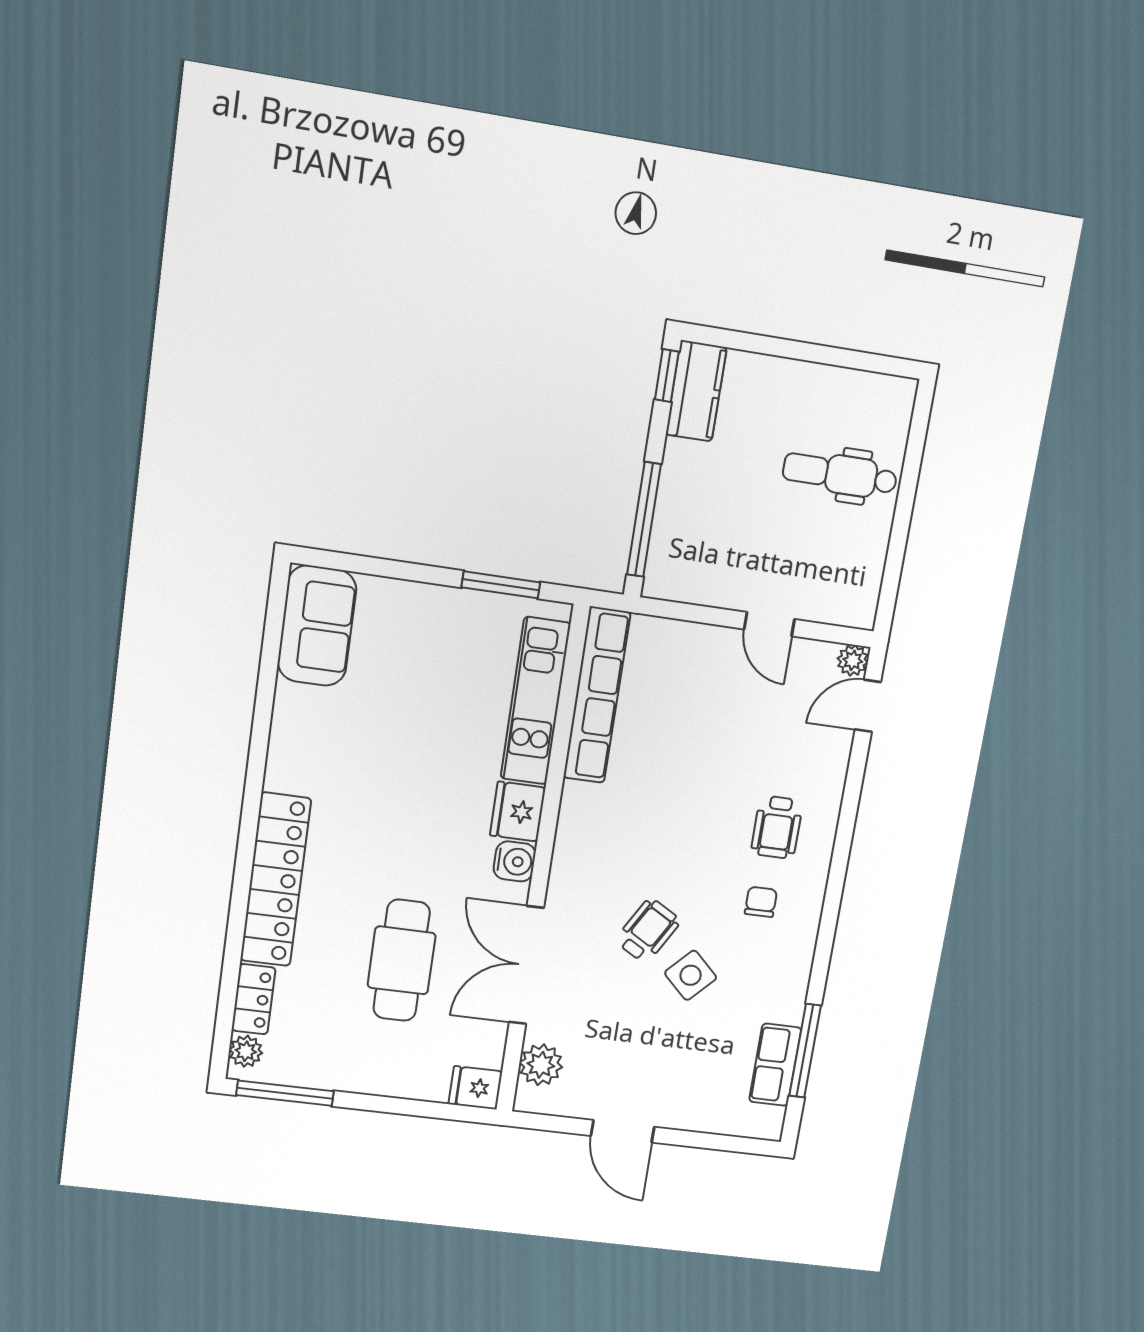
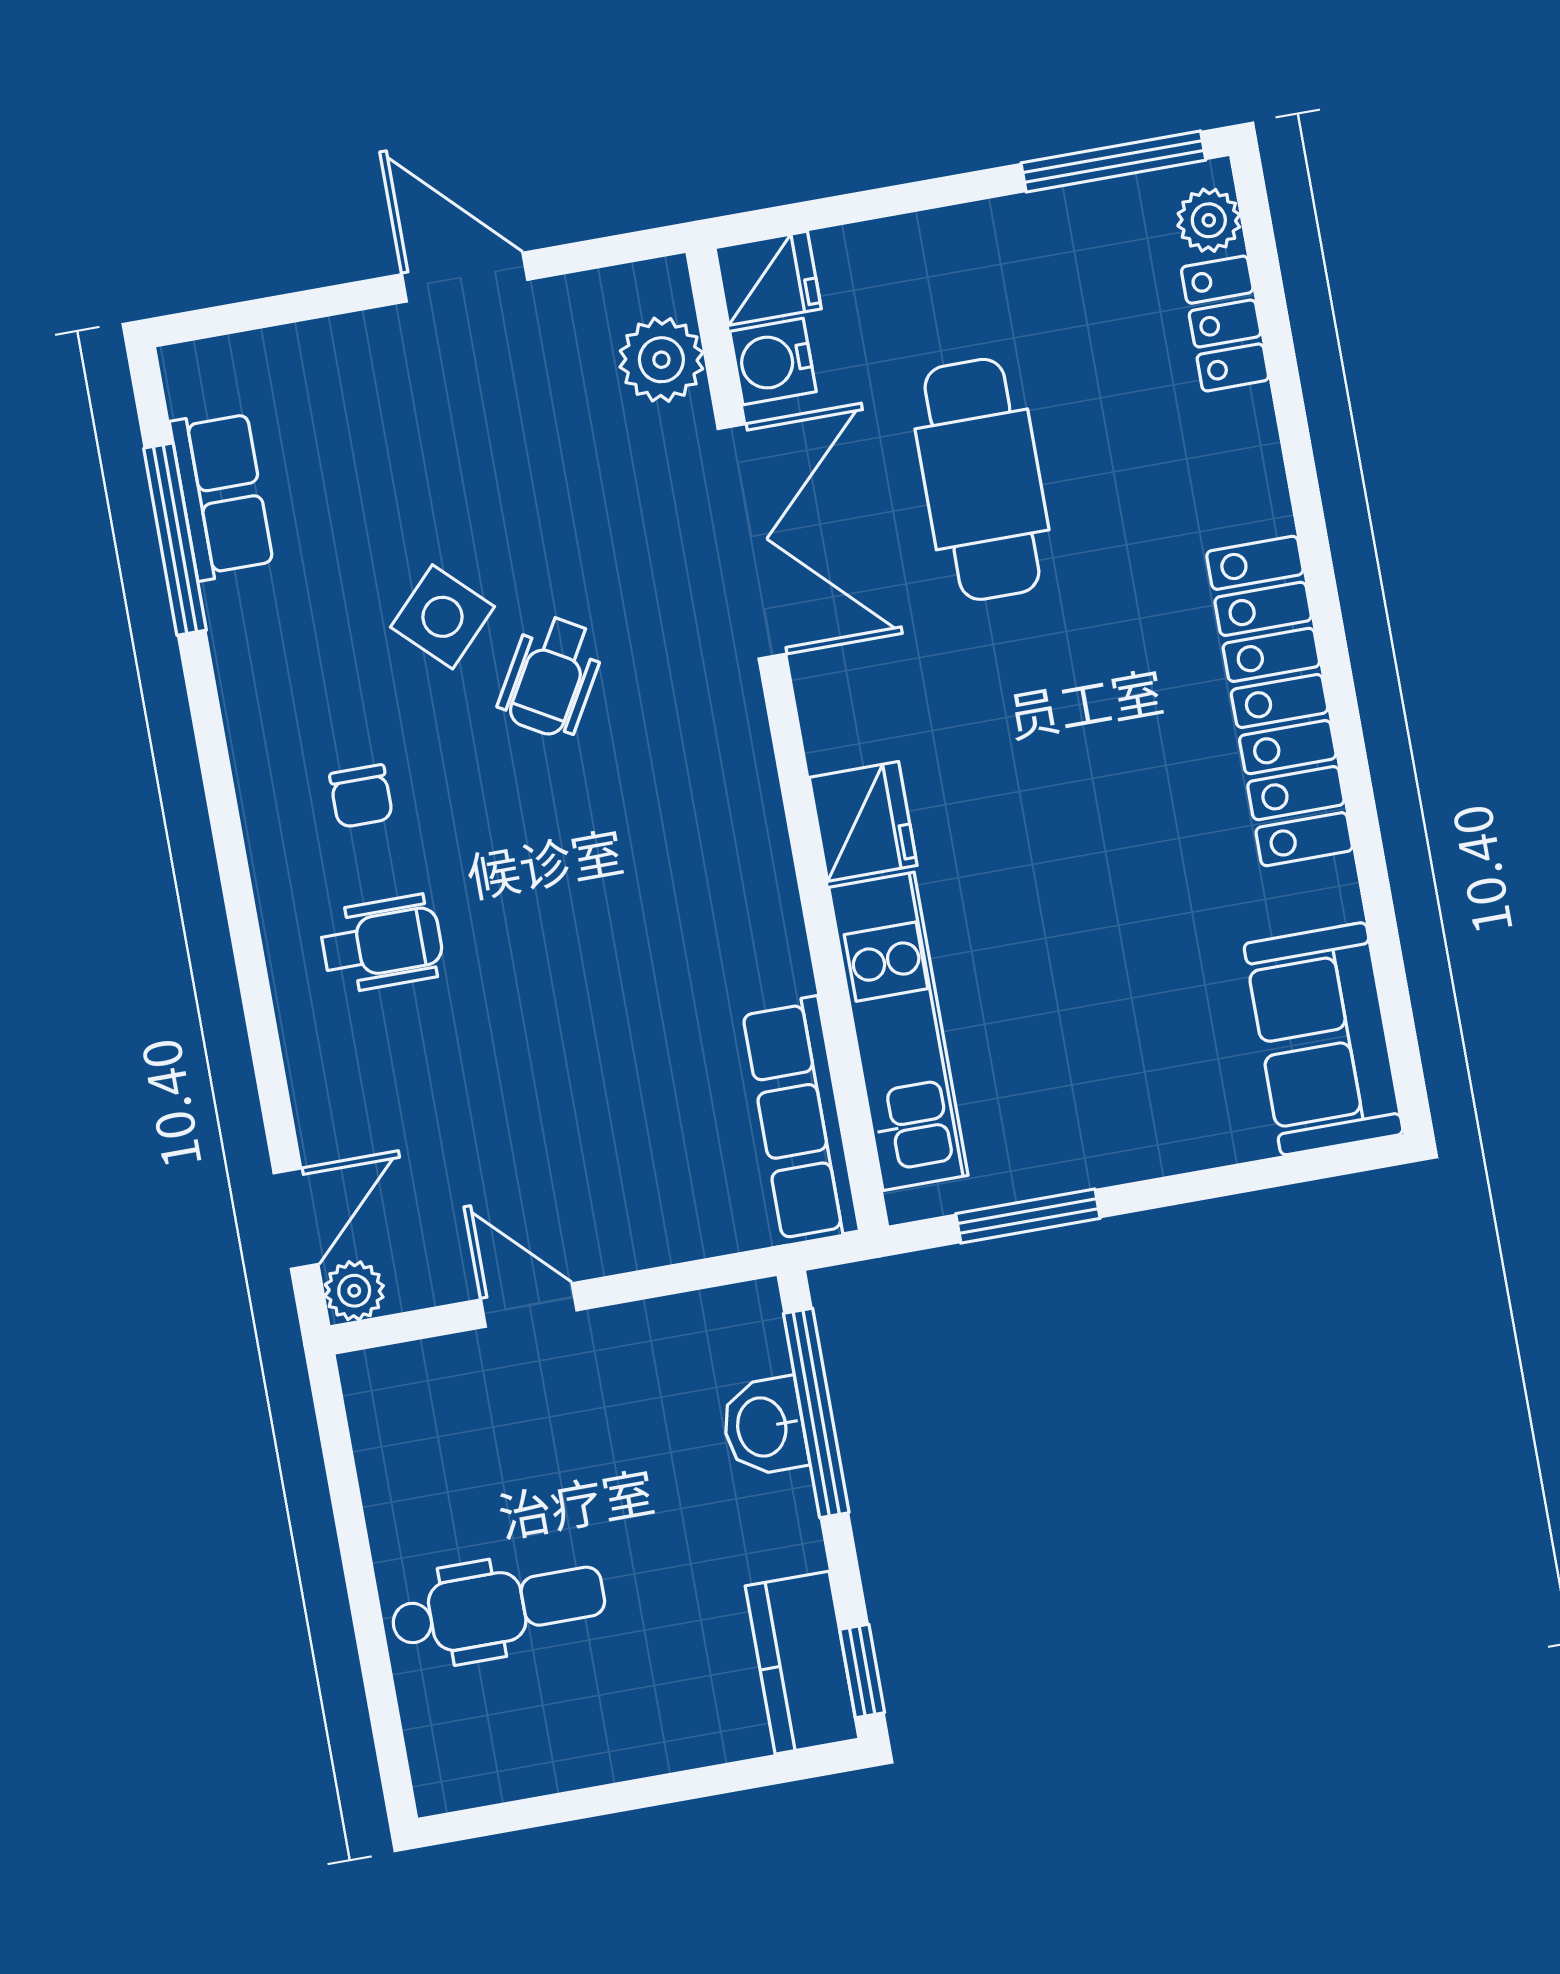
washbasin: (673, 522) -> (764, 1427), added
row of seats: (597, 695) -> (801, 1120), width x0.73
wheelchair: (777, 827) -> (382, 944), turned 90
water cooler: (515, 861) -> (773, 362), moved
locker: (276, 880) -> (1280, 701), moved

